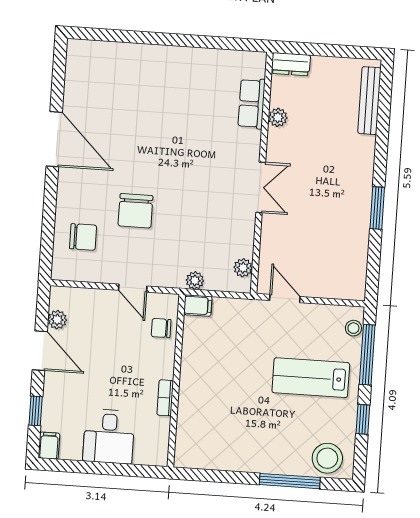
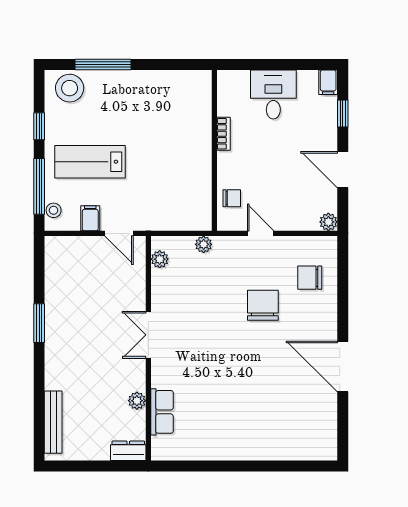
filing cabinet: (198, 306) -> (90, 218), moved, turned 90
plant: (57, 320) -> (328, 222), moved
lab bench: (311, 378) -> (90, 162), turned 180

